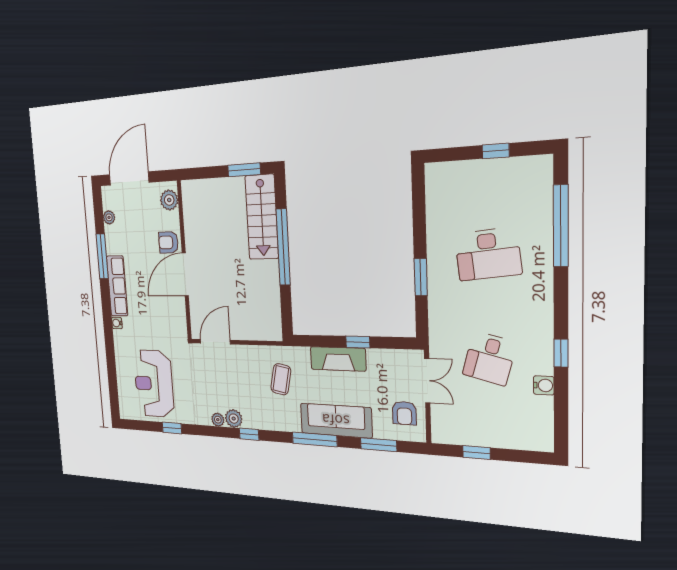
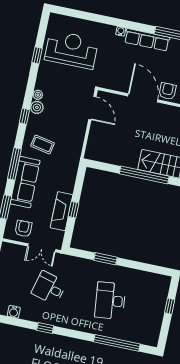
window: (496, 151) -> (170, 306), moved
fireplace: (338, 359) -> (61, 211), moved
coffee table: (281, 379) -> (43, 144), moved
water cooler: (544, 385) -> (14, 312), moved
armchair: (404, 413) -> (23, 229), turned 89

